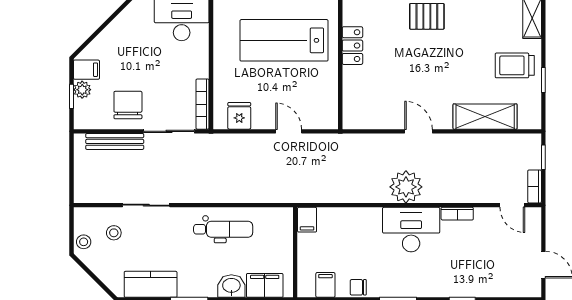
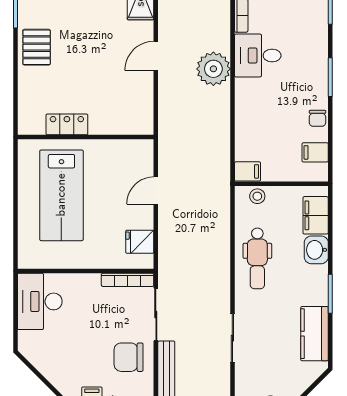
dental chair: (223, 229) -> (257, 258), turned 180
desk: (411, 230) -> (258, 55), width x0.73
stool: (114, 233) -> (257, 196), moved

